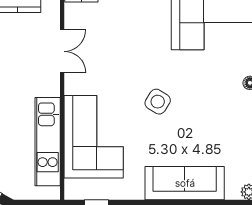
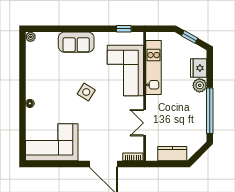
sofa: (185, 183) -> (76, 42), width x0.73

